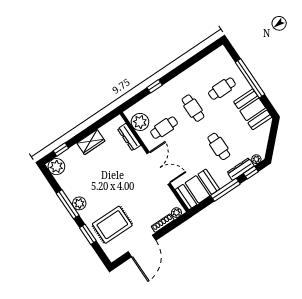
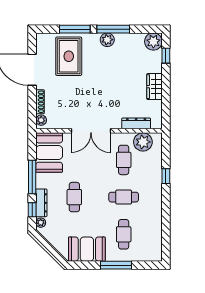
window: (250, 78) -> (116, 265), width x0.68
cafe table: (219, 146) -> (74, 197), turned 90
window: (88, 234) -> (75, 29), width x1.44

